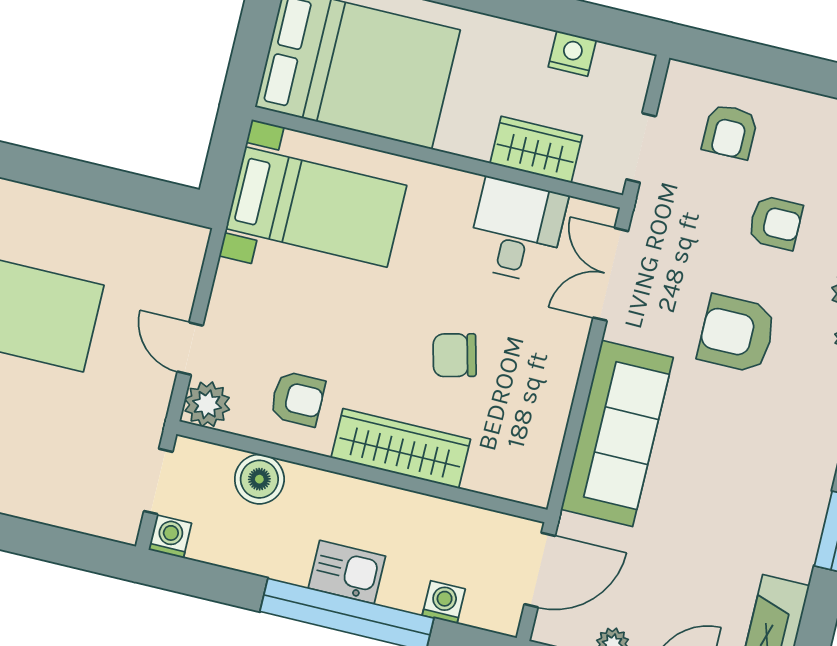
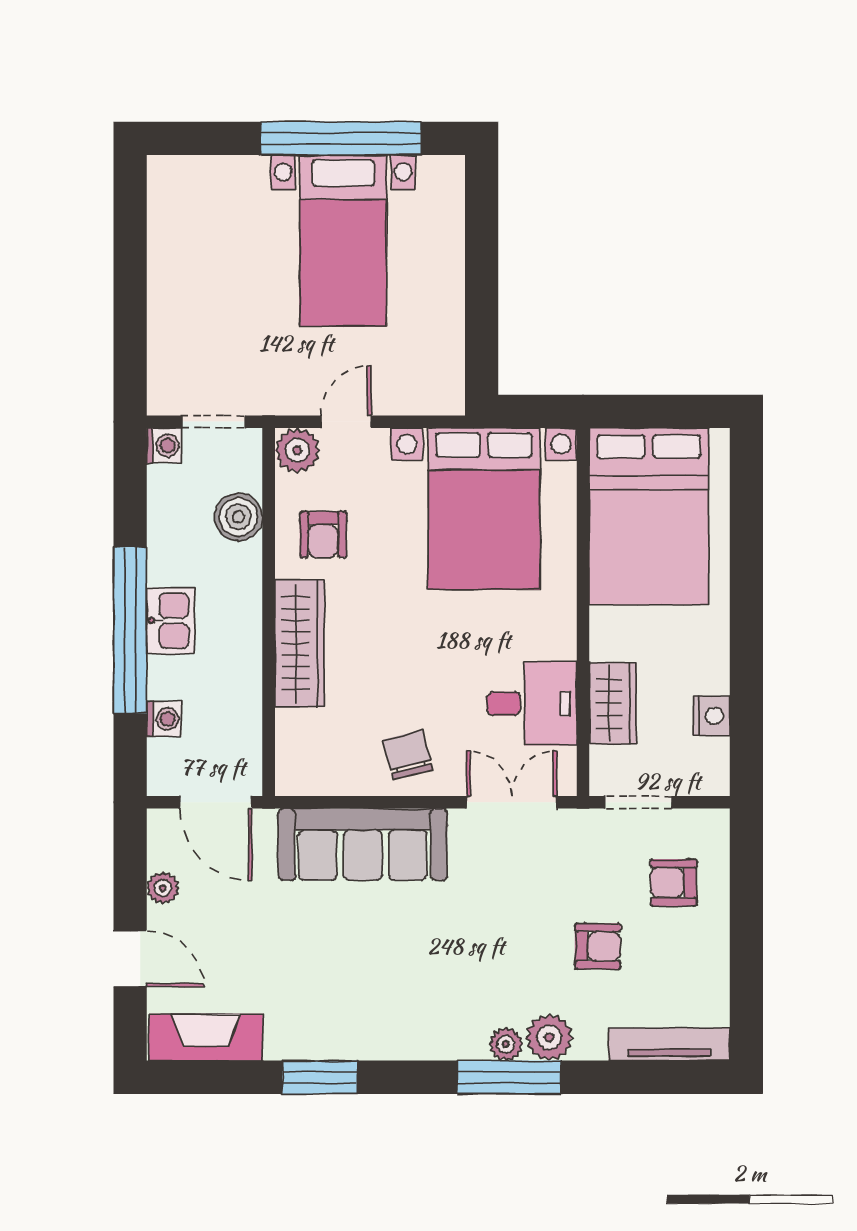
bed with nightstands: (316, 207) -> (484, 509), width x1.36
armchair: (775, 223) -> (598, 946), turned -90
armchair: (737, 334) -> (484, 935), removed
chair: (455, 355) -> (408, 755), moved

